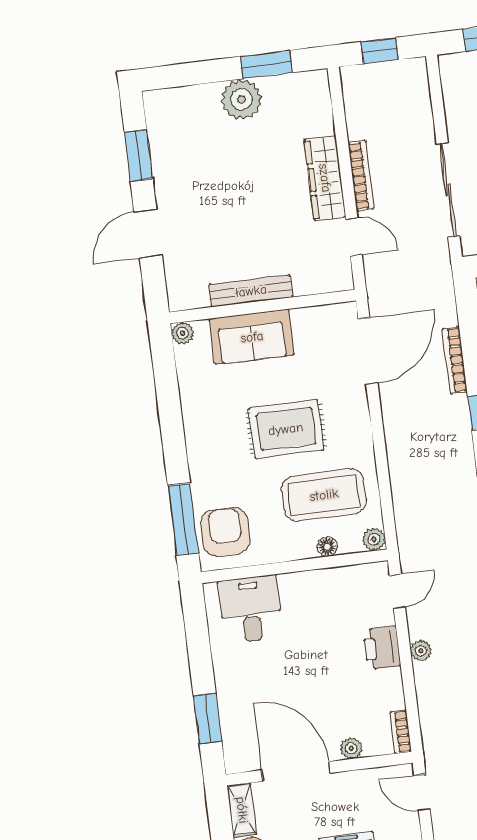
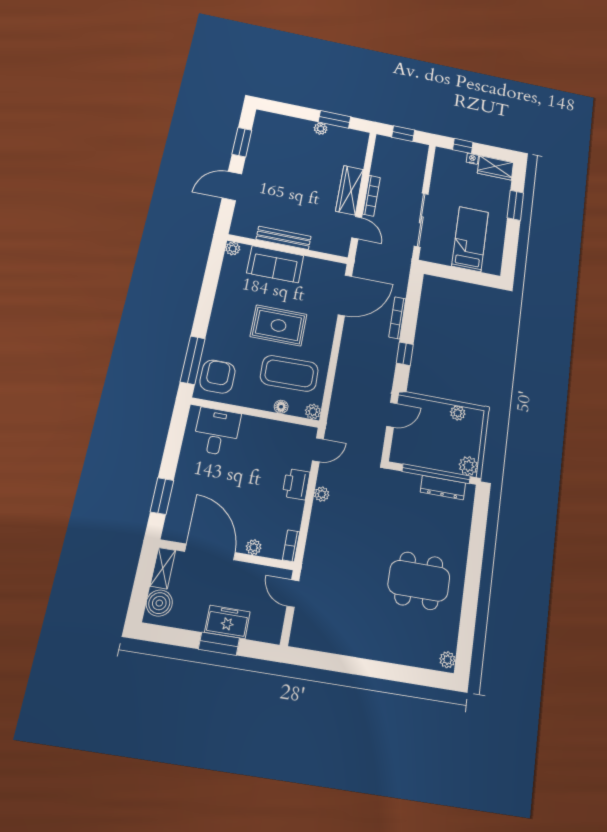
plant: (241, 99) -> (321, 129), width x0.53, depth x0.53

